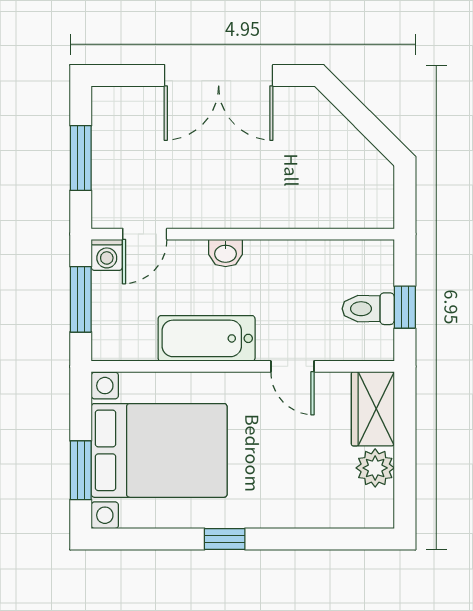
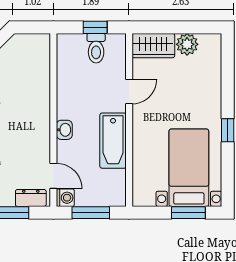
dresser: (106, 194) -> (31, 198), added
bed with nightstands: (159, 450) -> (189, 168), width x0.73

